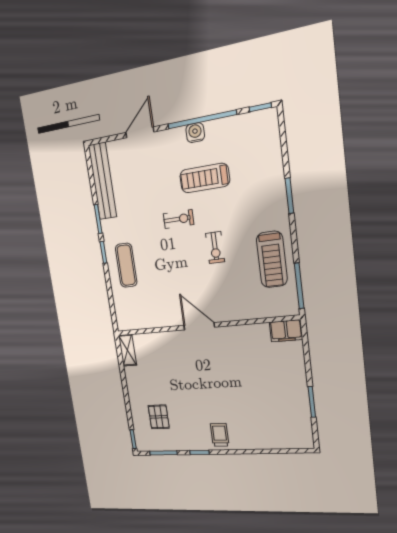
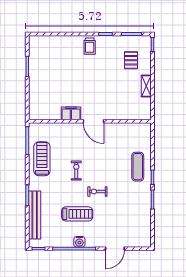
bench: (103, 181) -> (35, 215), moved
filing cabinet: (286, 331) -> (71, 113), moved
shelving: (127, 350) -> (146, 86), moved

